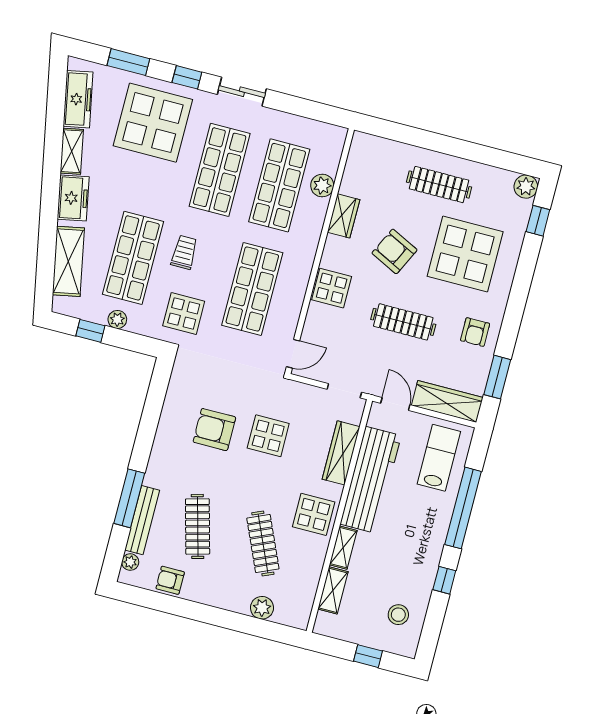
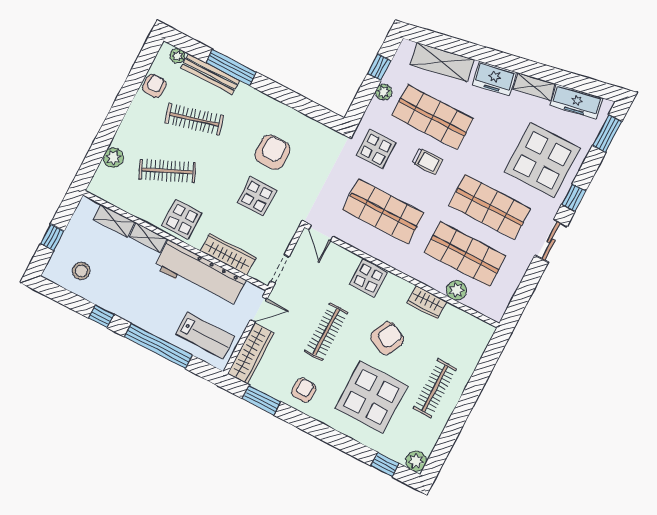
window: (128, 62) -> (607, 134), moved
armchair: (475, 332) -> (304, 390), turned 93

